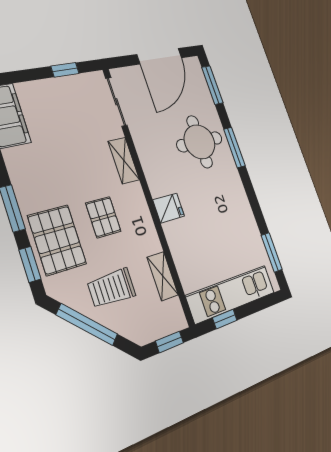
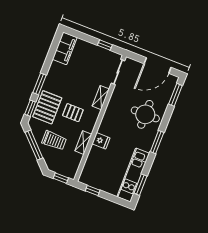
window: (234, 148) -> (157, 142), moved
fridge: (169, 208) -> (101, 141), moved
pallet: (103, 217) -> (73, 113), turned 90
shelving: (163, 276) -> (83, 143), moved
trolley: (112, 288) -> (54, 140), turned 180
kitchen unit: (231, 294) -> (133, 175), moved, turned -90

